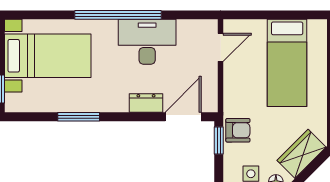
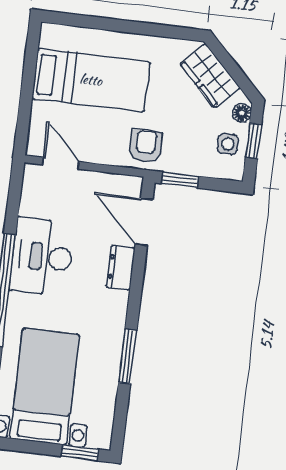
armchair: (238, 130) -> (146, 146), moved

